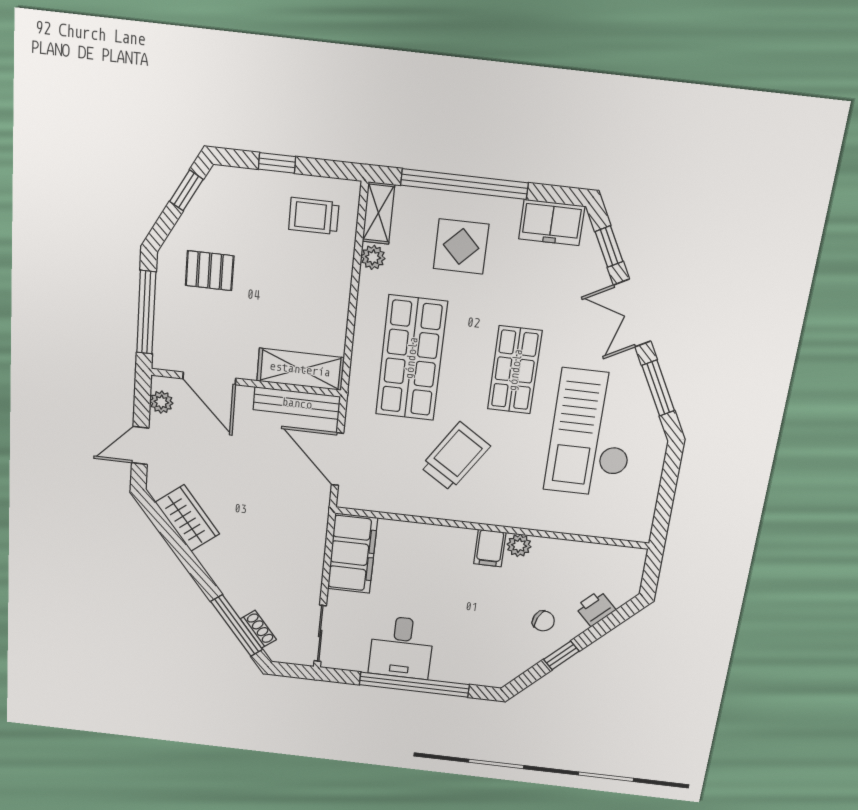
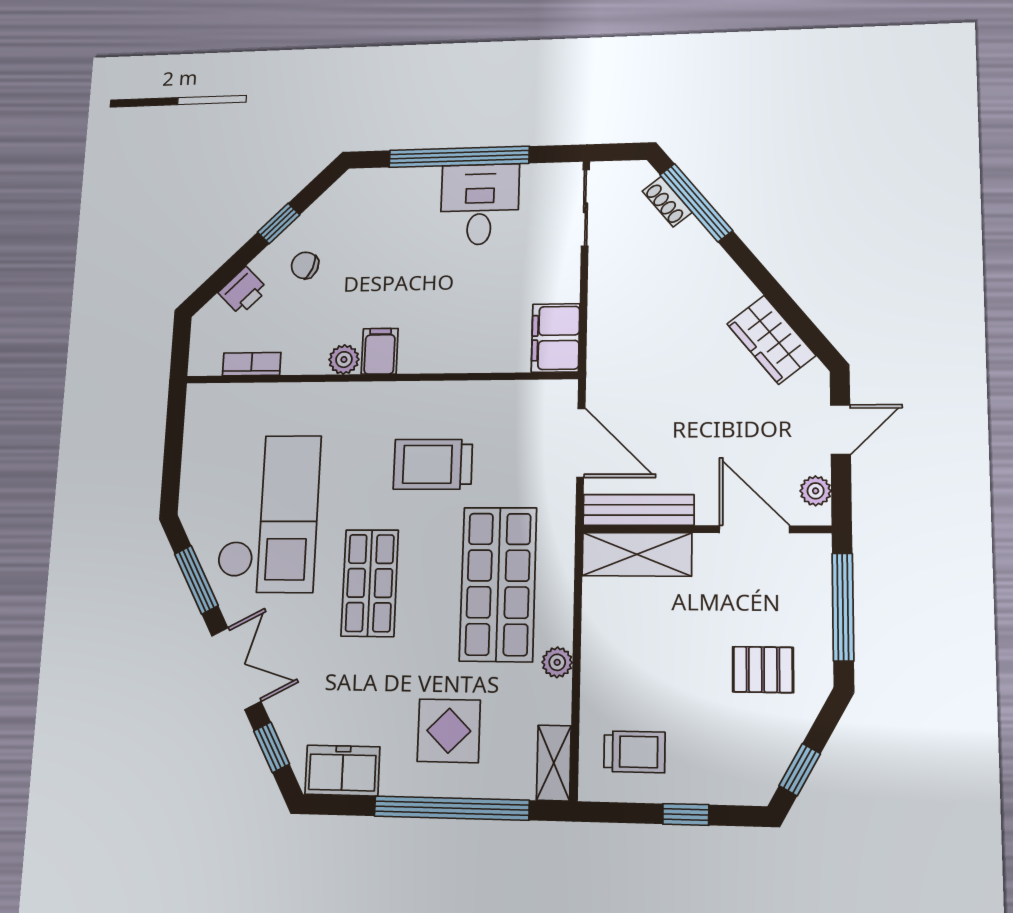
plant: (373, 257) -> (557, 662), moved
trolley: (455, 457) -> (433, 464), turned 57
bookcase: (594, 551) -> (252, 364), added
filing cabinet: (352, 553) -> (556, 338), width x0.67, depth x0.86

